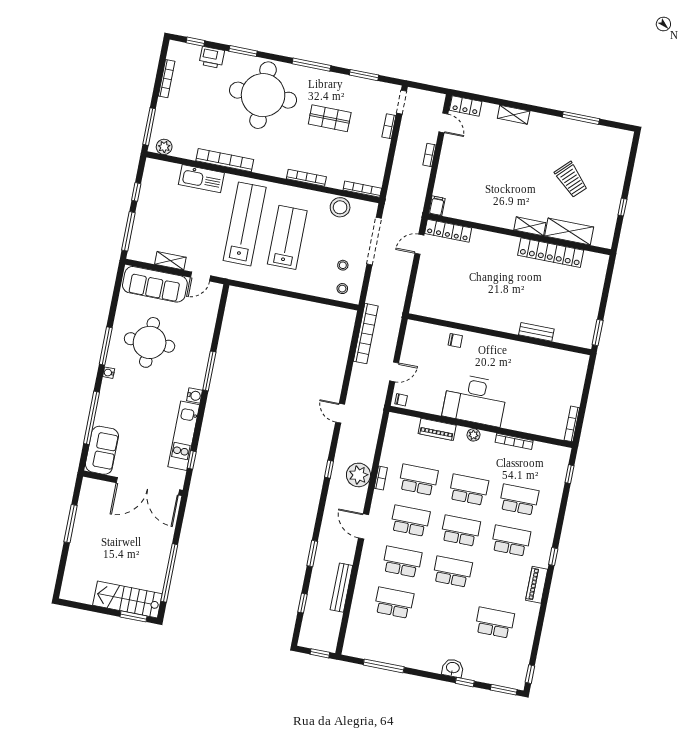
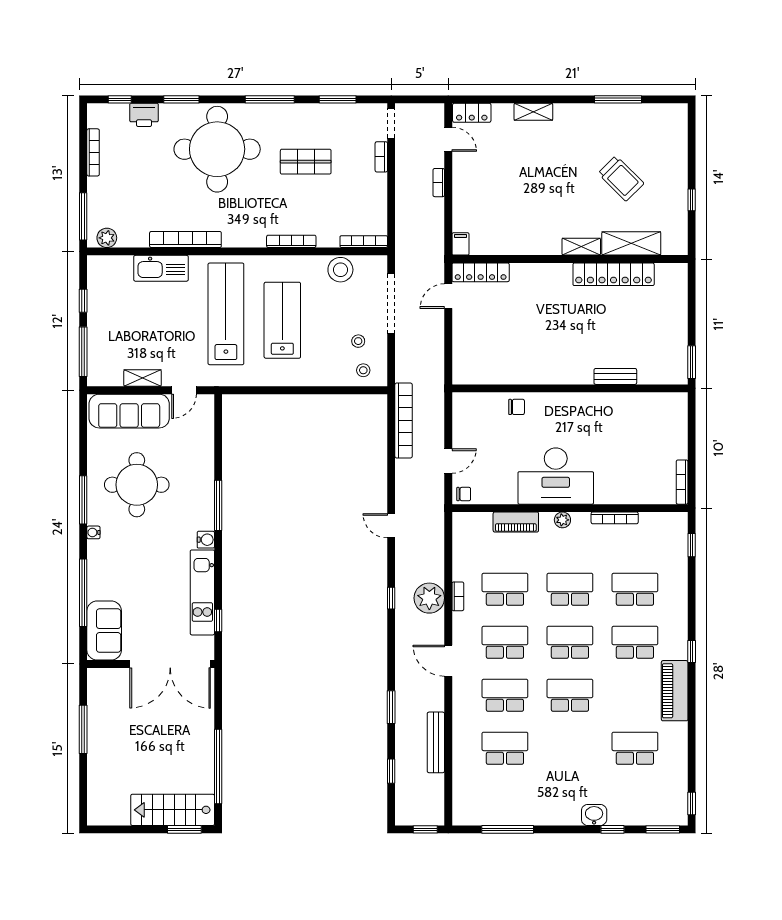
piano: (537, 585) -> (675, 691), width x1.37, depth x1.33

